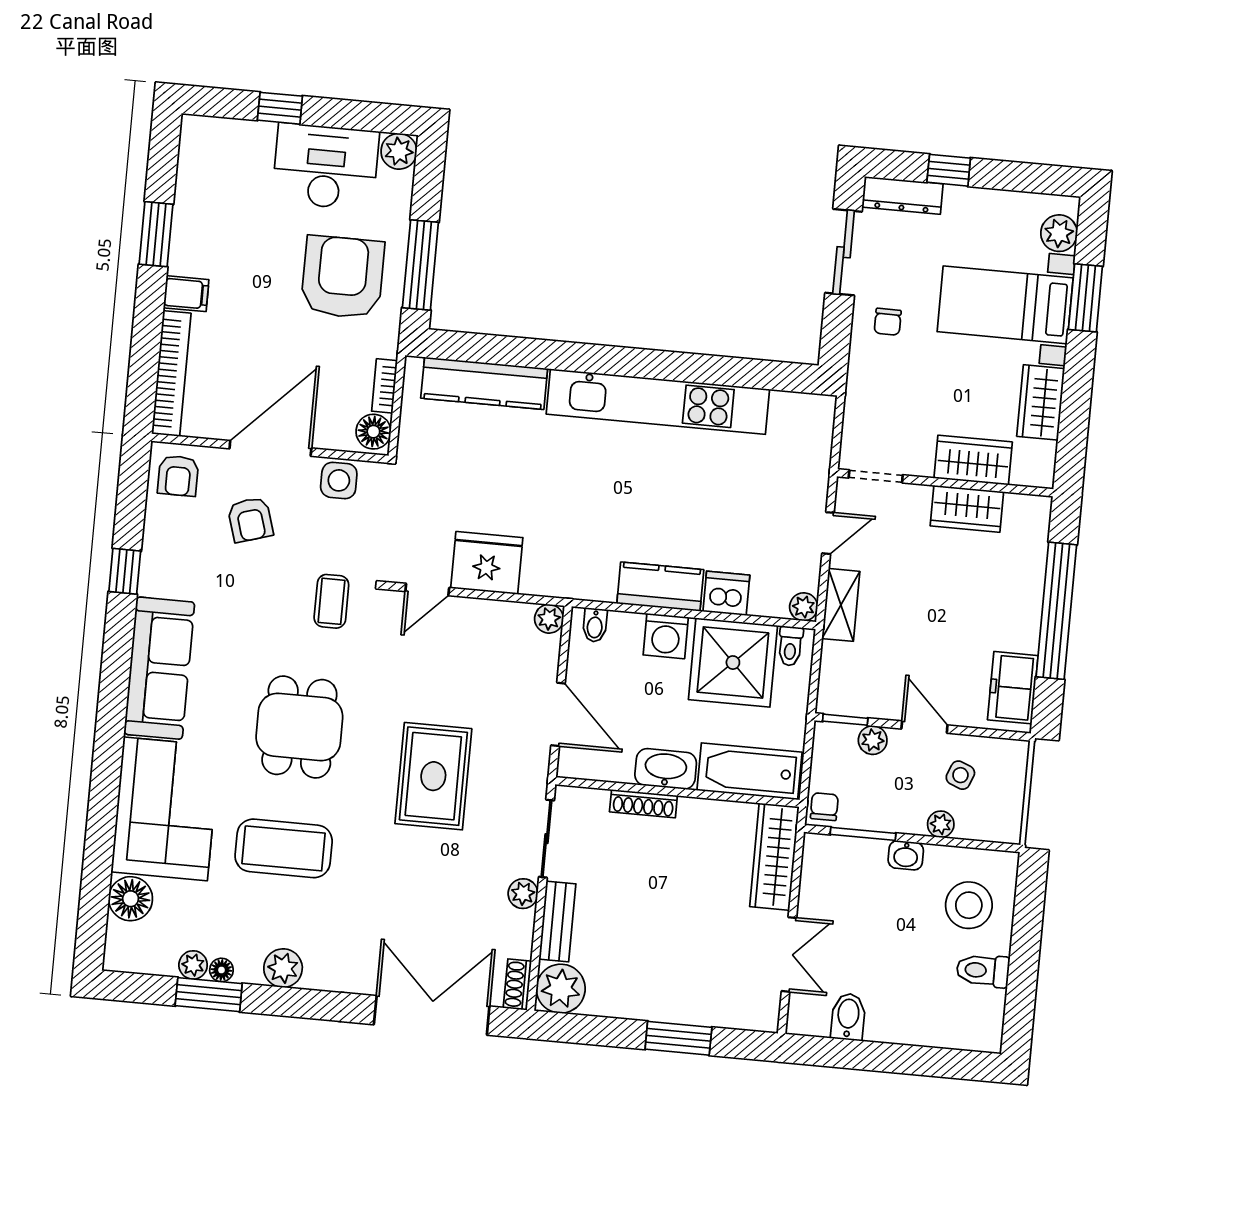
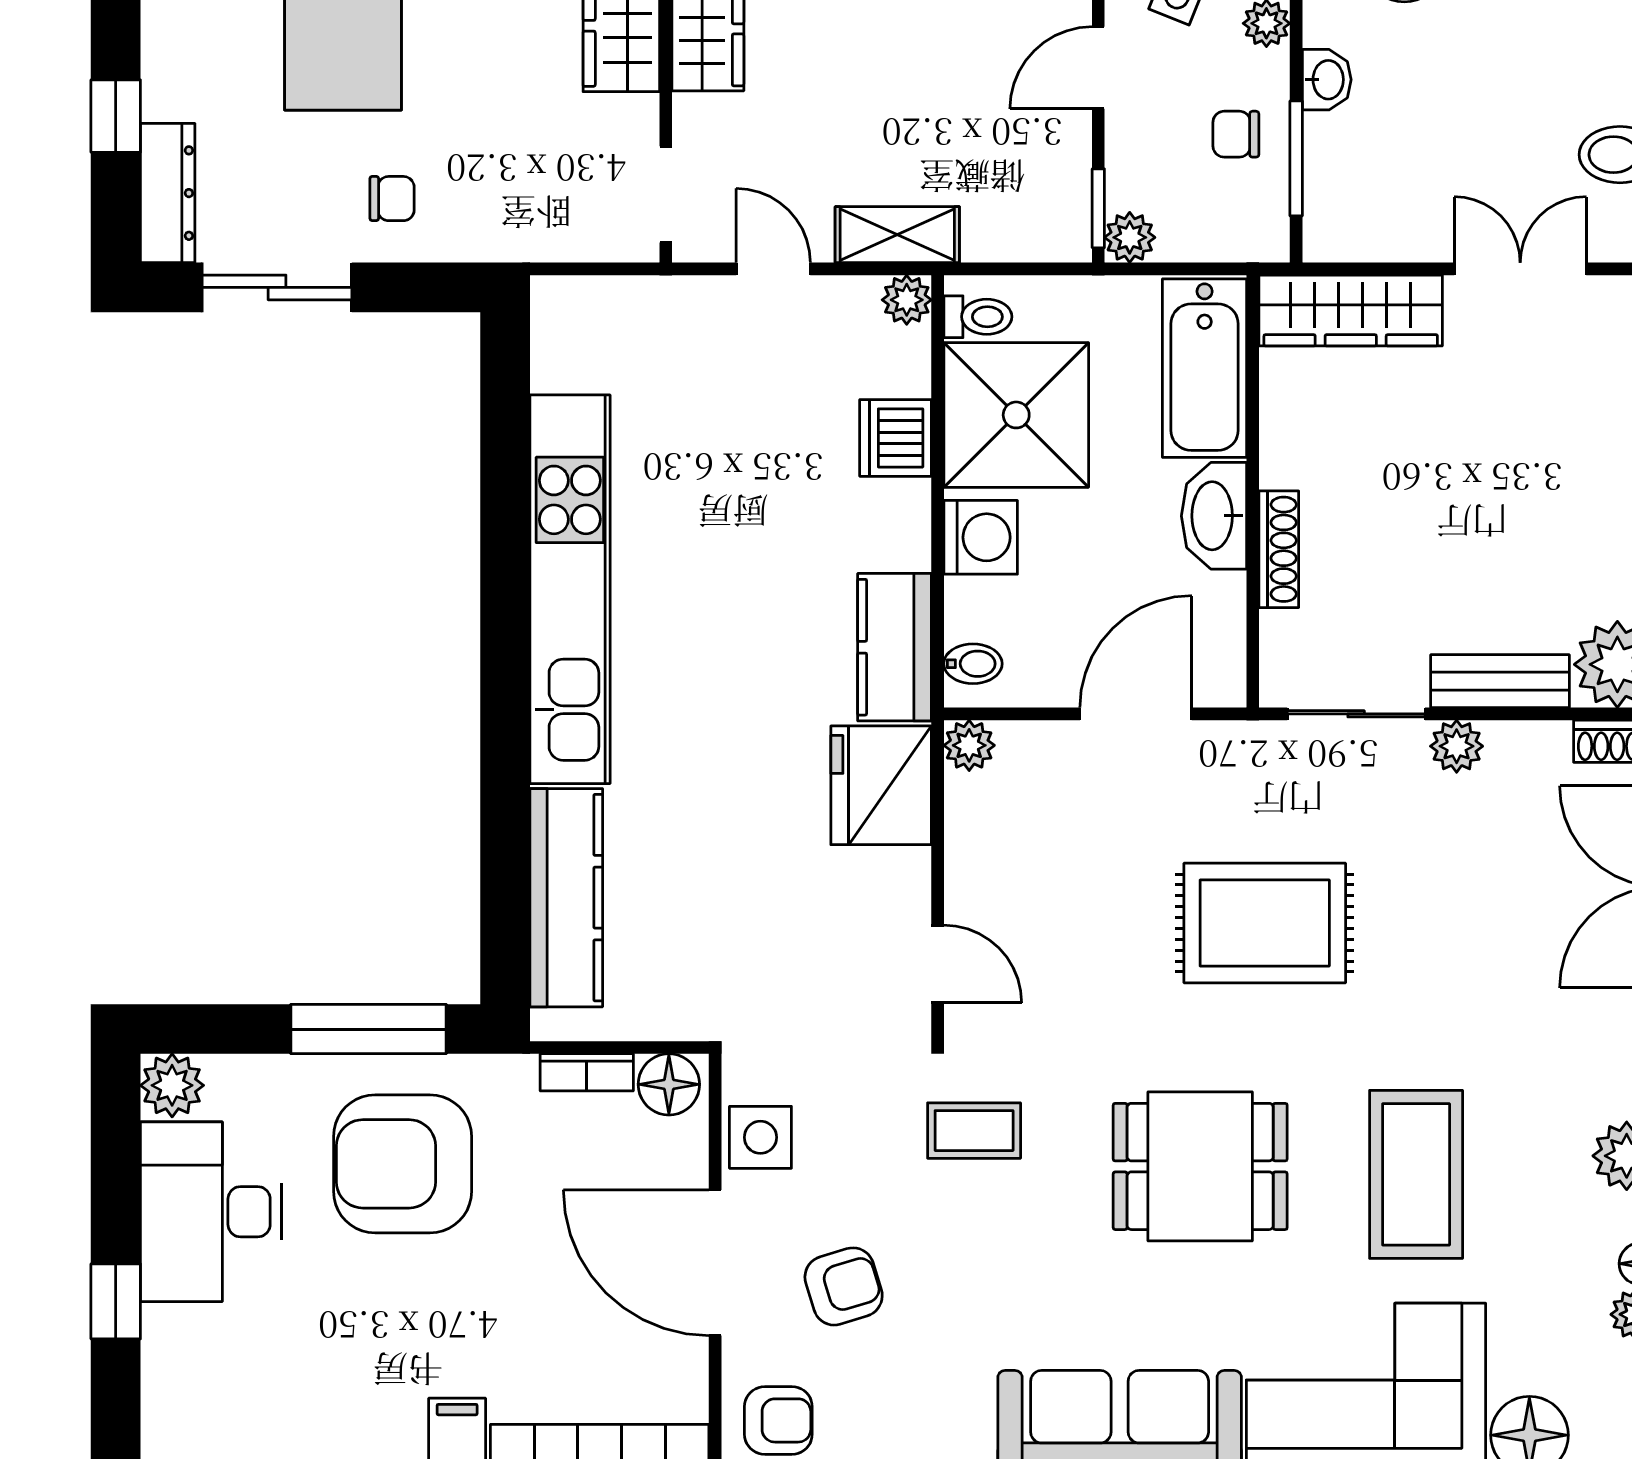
fridge: (487, 563) -> (881, 785), moved
kitchen counter: (660, 587) -> (895, 647), moved
plant: (873, 740) -> (1130, 237), moved
chair: (824, 807) -> (1236, 134), moved

